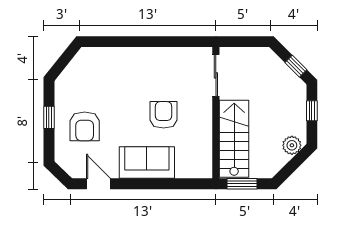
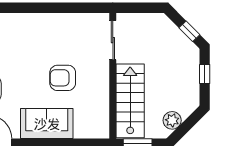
armchair: (164, 115) -> (63, 78), turned -90
plant: (292, 145) -> (172, 120), moved

